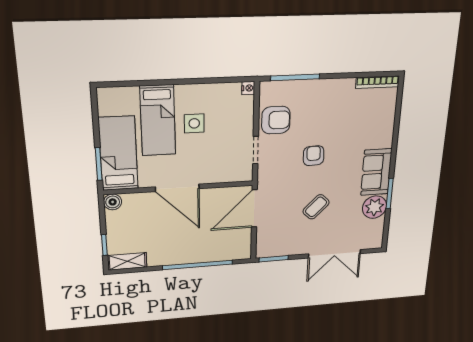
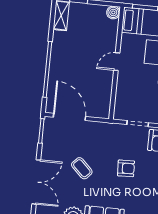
door: (177, 188) -> (117, 62), width x0.53
door: (254, 208) -> (69, 117), moved
double door: (335, 254) -> (36, 182), swing flipped

